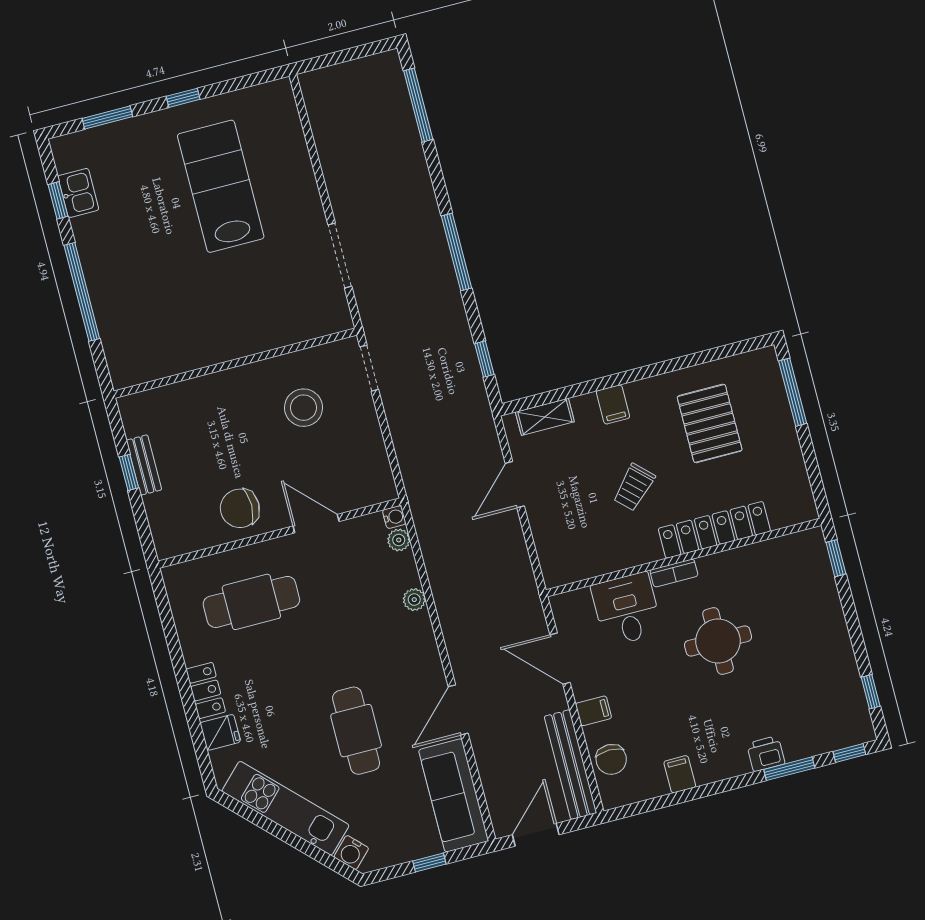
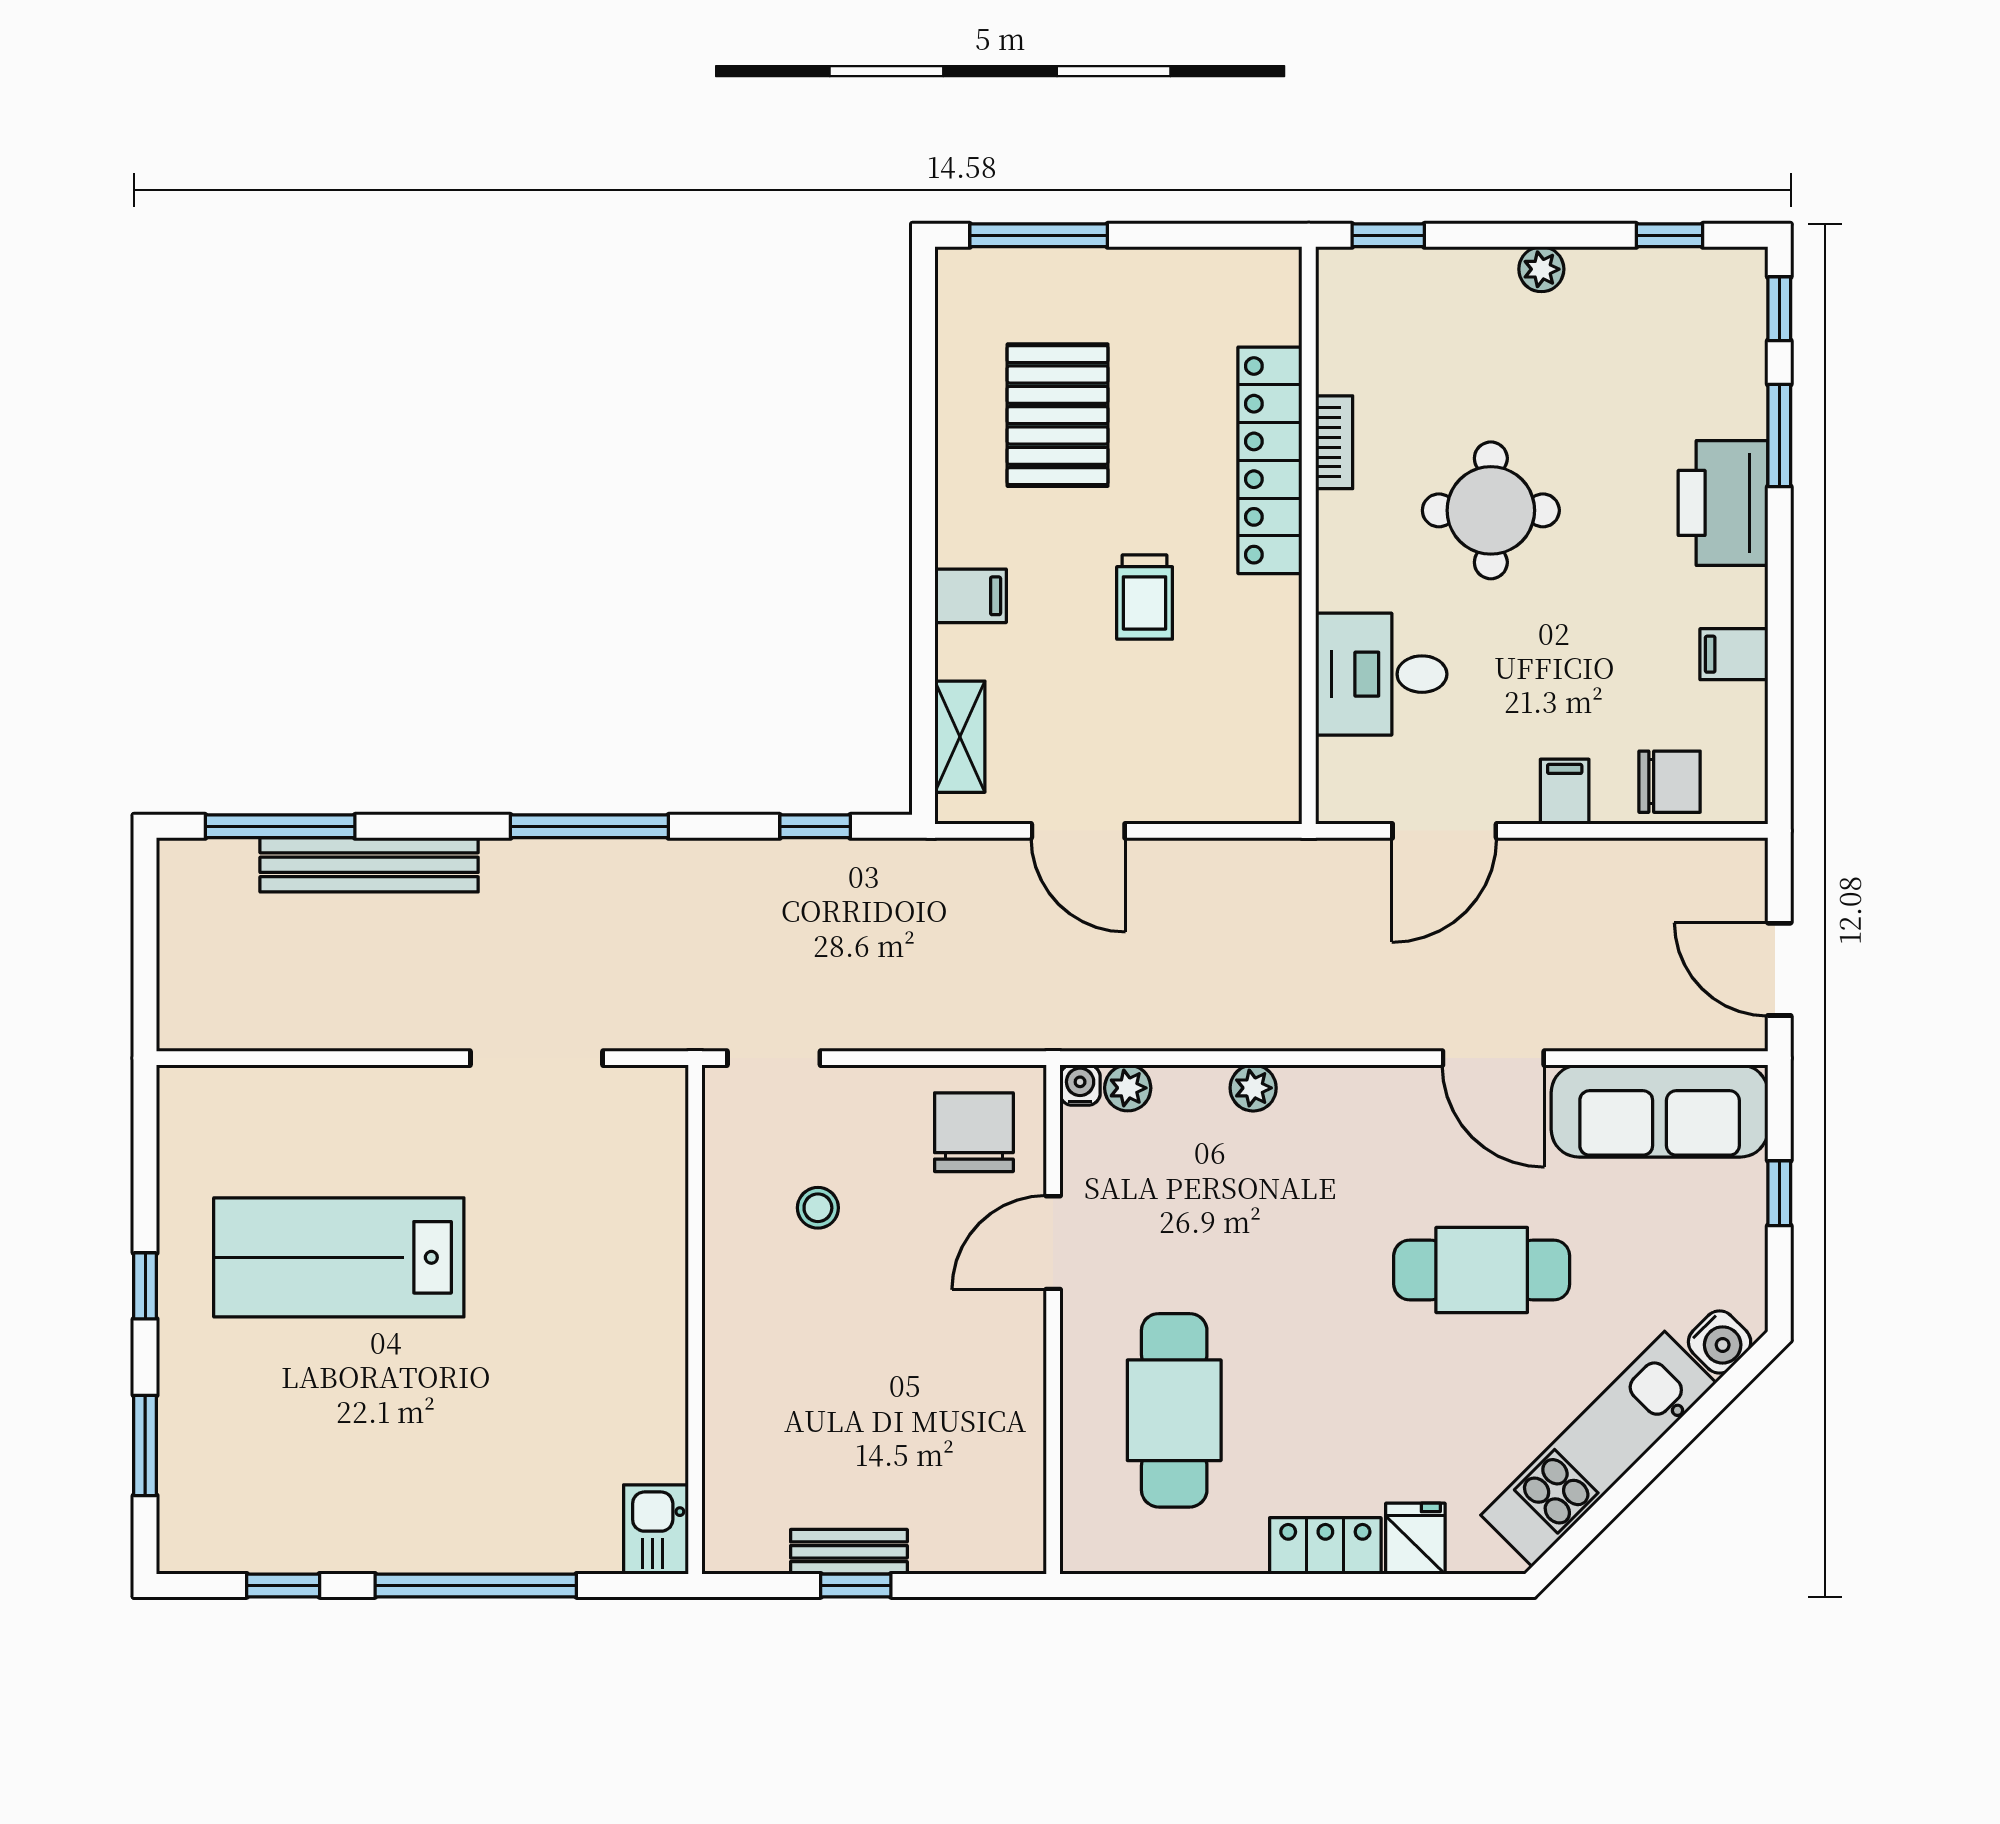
kitchen sink: (78, 193) -> (656, 1529), moved, turned -90
stool: (303, 408) -> (818, 1208), width x0.53, depth x0.53
pallet: (710, 423) -> (1058, 415), turned 90
trolley: (634, 487) -> (1145, 597), turned 46
chair: (240, 508) -> (974, 1132), moved, turned 180
bookcase: (674, 573) -> (1334, 442), moved
plant: (839, 635) -> (1541, 269), added
printer: (766, 754) -> (1723, 503), width x1.87, depth x1.48
bench: (570, 765) -> (369, 865), moved

